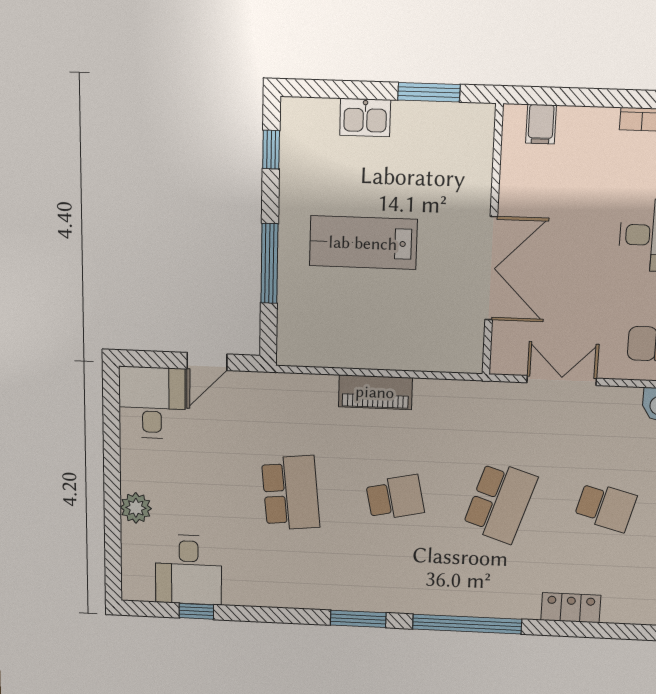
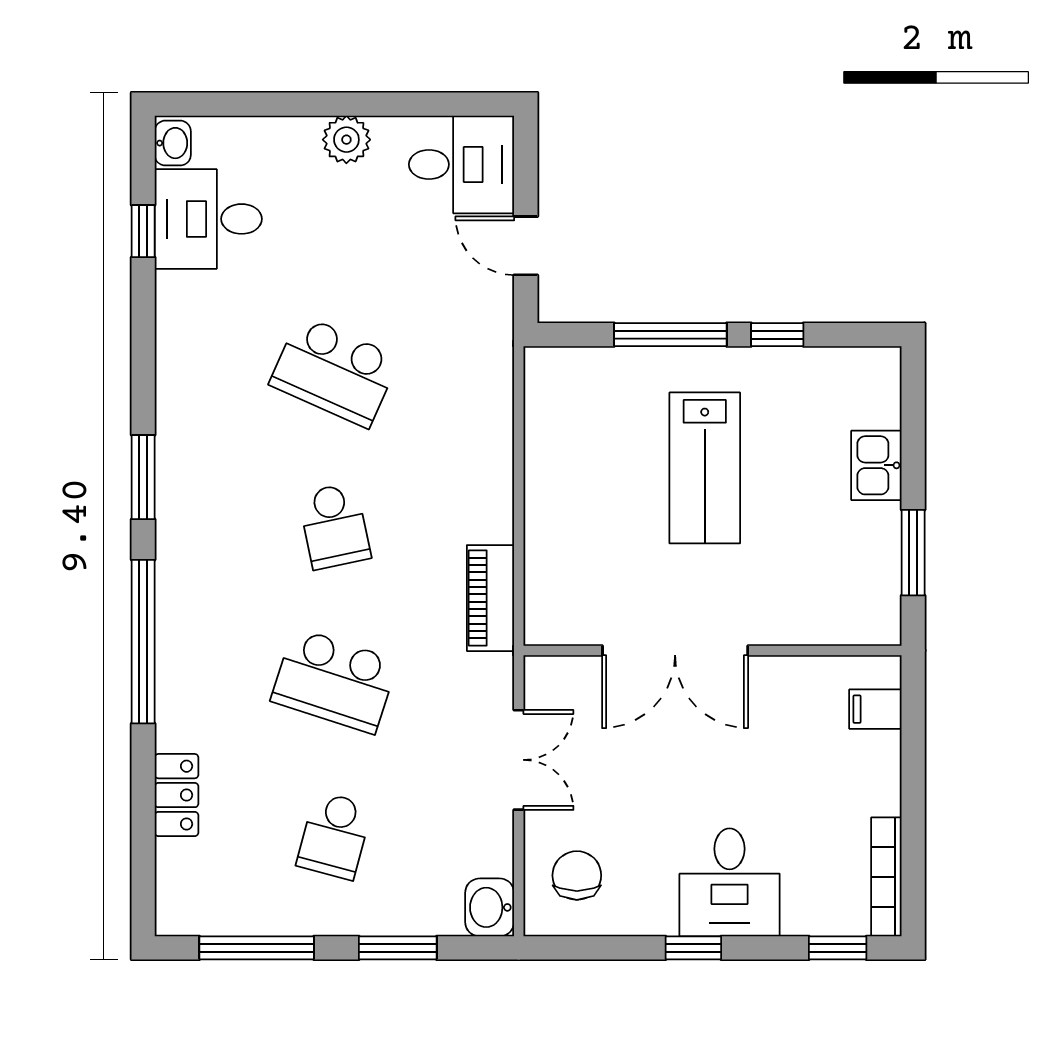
window: (271, 150) -> (777, 335), moved
lab bench: (363, 243) -> (705, 468), turned 180
piano: (375, 392) -> (491, 598), moved
school desk: (291, 493) -> (334, 371), turned 30
plant: (136, 508) -> (346, 140), moved
washbasin: (139, 590) -> (173, 143), added

